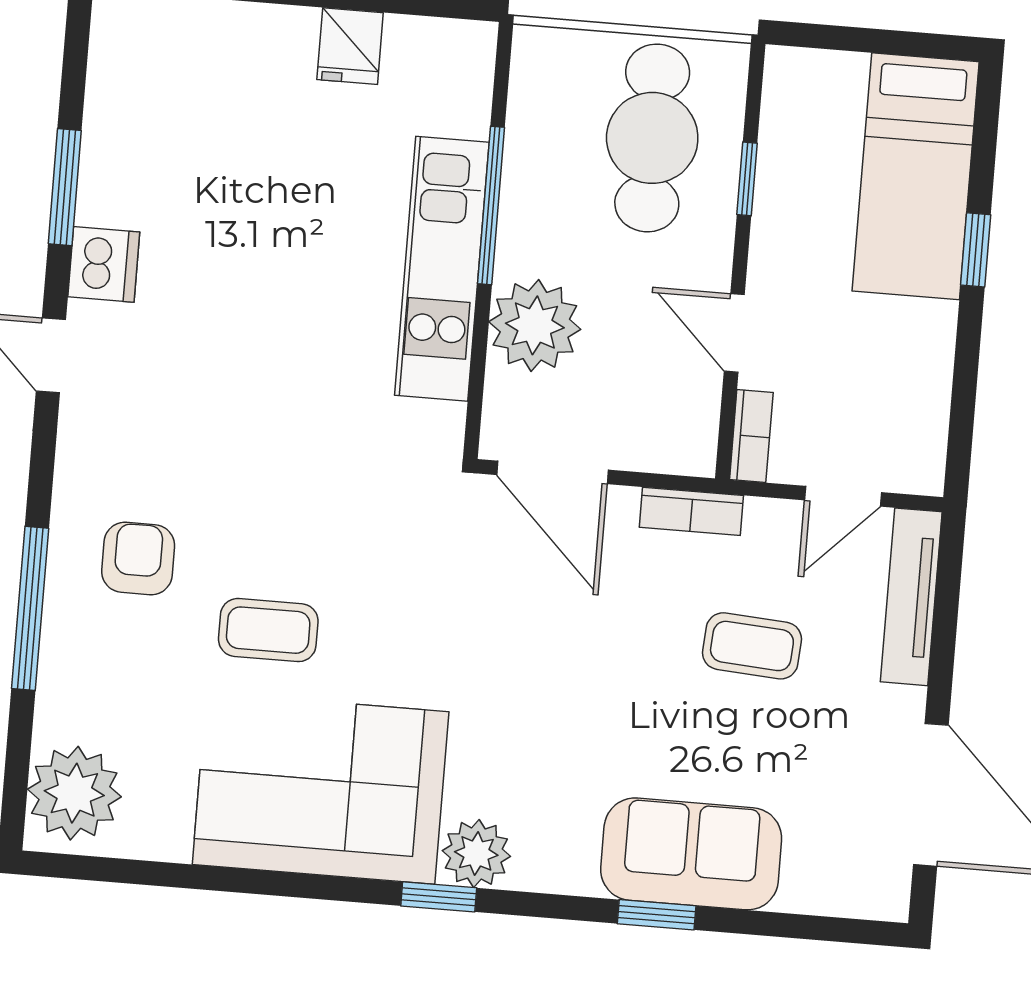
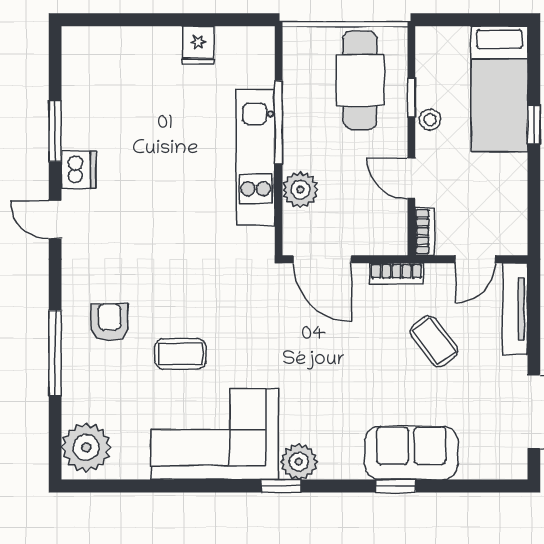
stool: (779, 224) -> (430, 120), added
plant: (535, 325) -> (300, 190), width x0.73, depth x0.73
coffee table: (752, 646) -> (434, 341), turned 49

